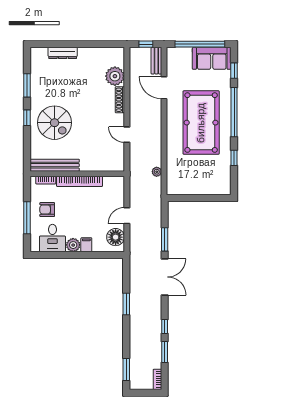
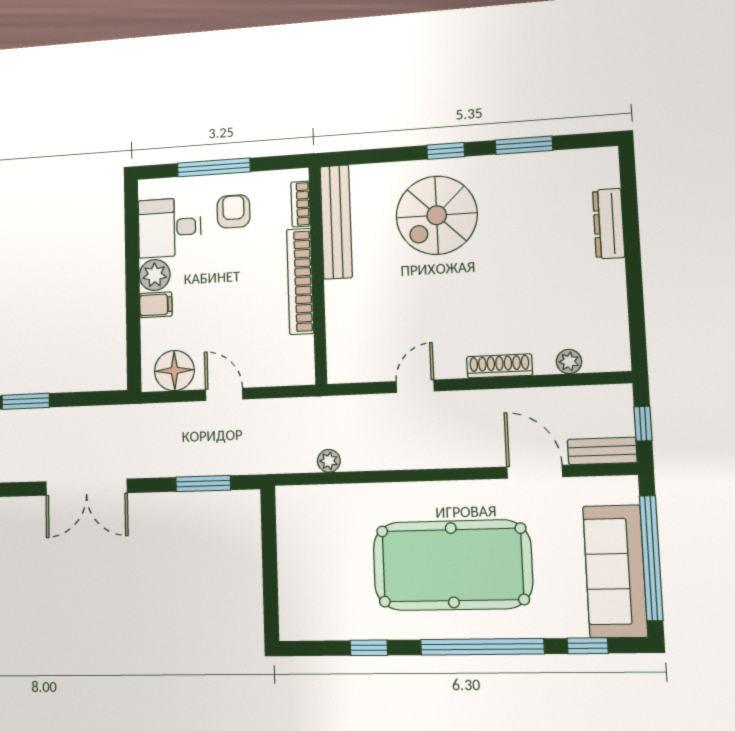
sofa: (212, 58) -> (615, 571), width x1.36
plant: (115, 76) -> (569, 362), width x0.53, depth x0.53
door: (164, 88) -> (535, 472), hinge flipped
window: (165, 239) -> (203, 484), moved

